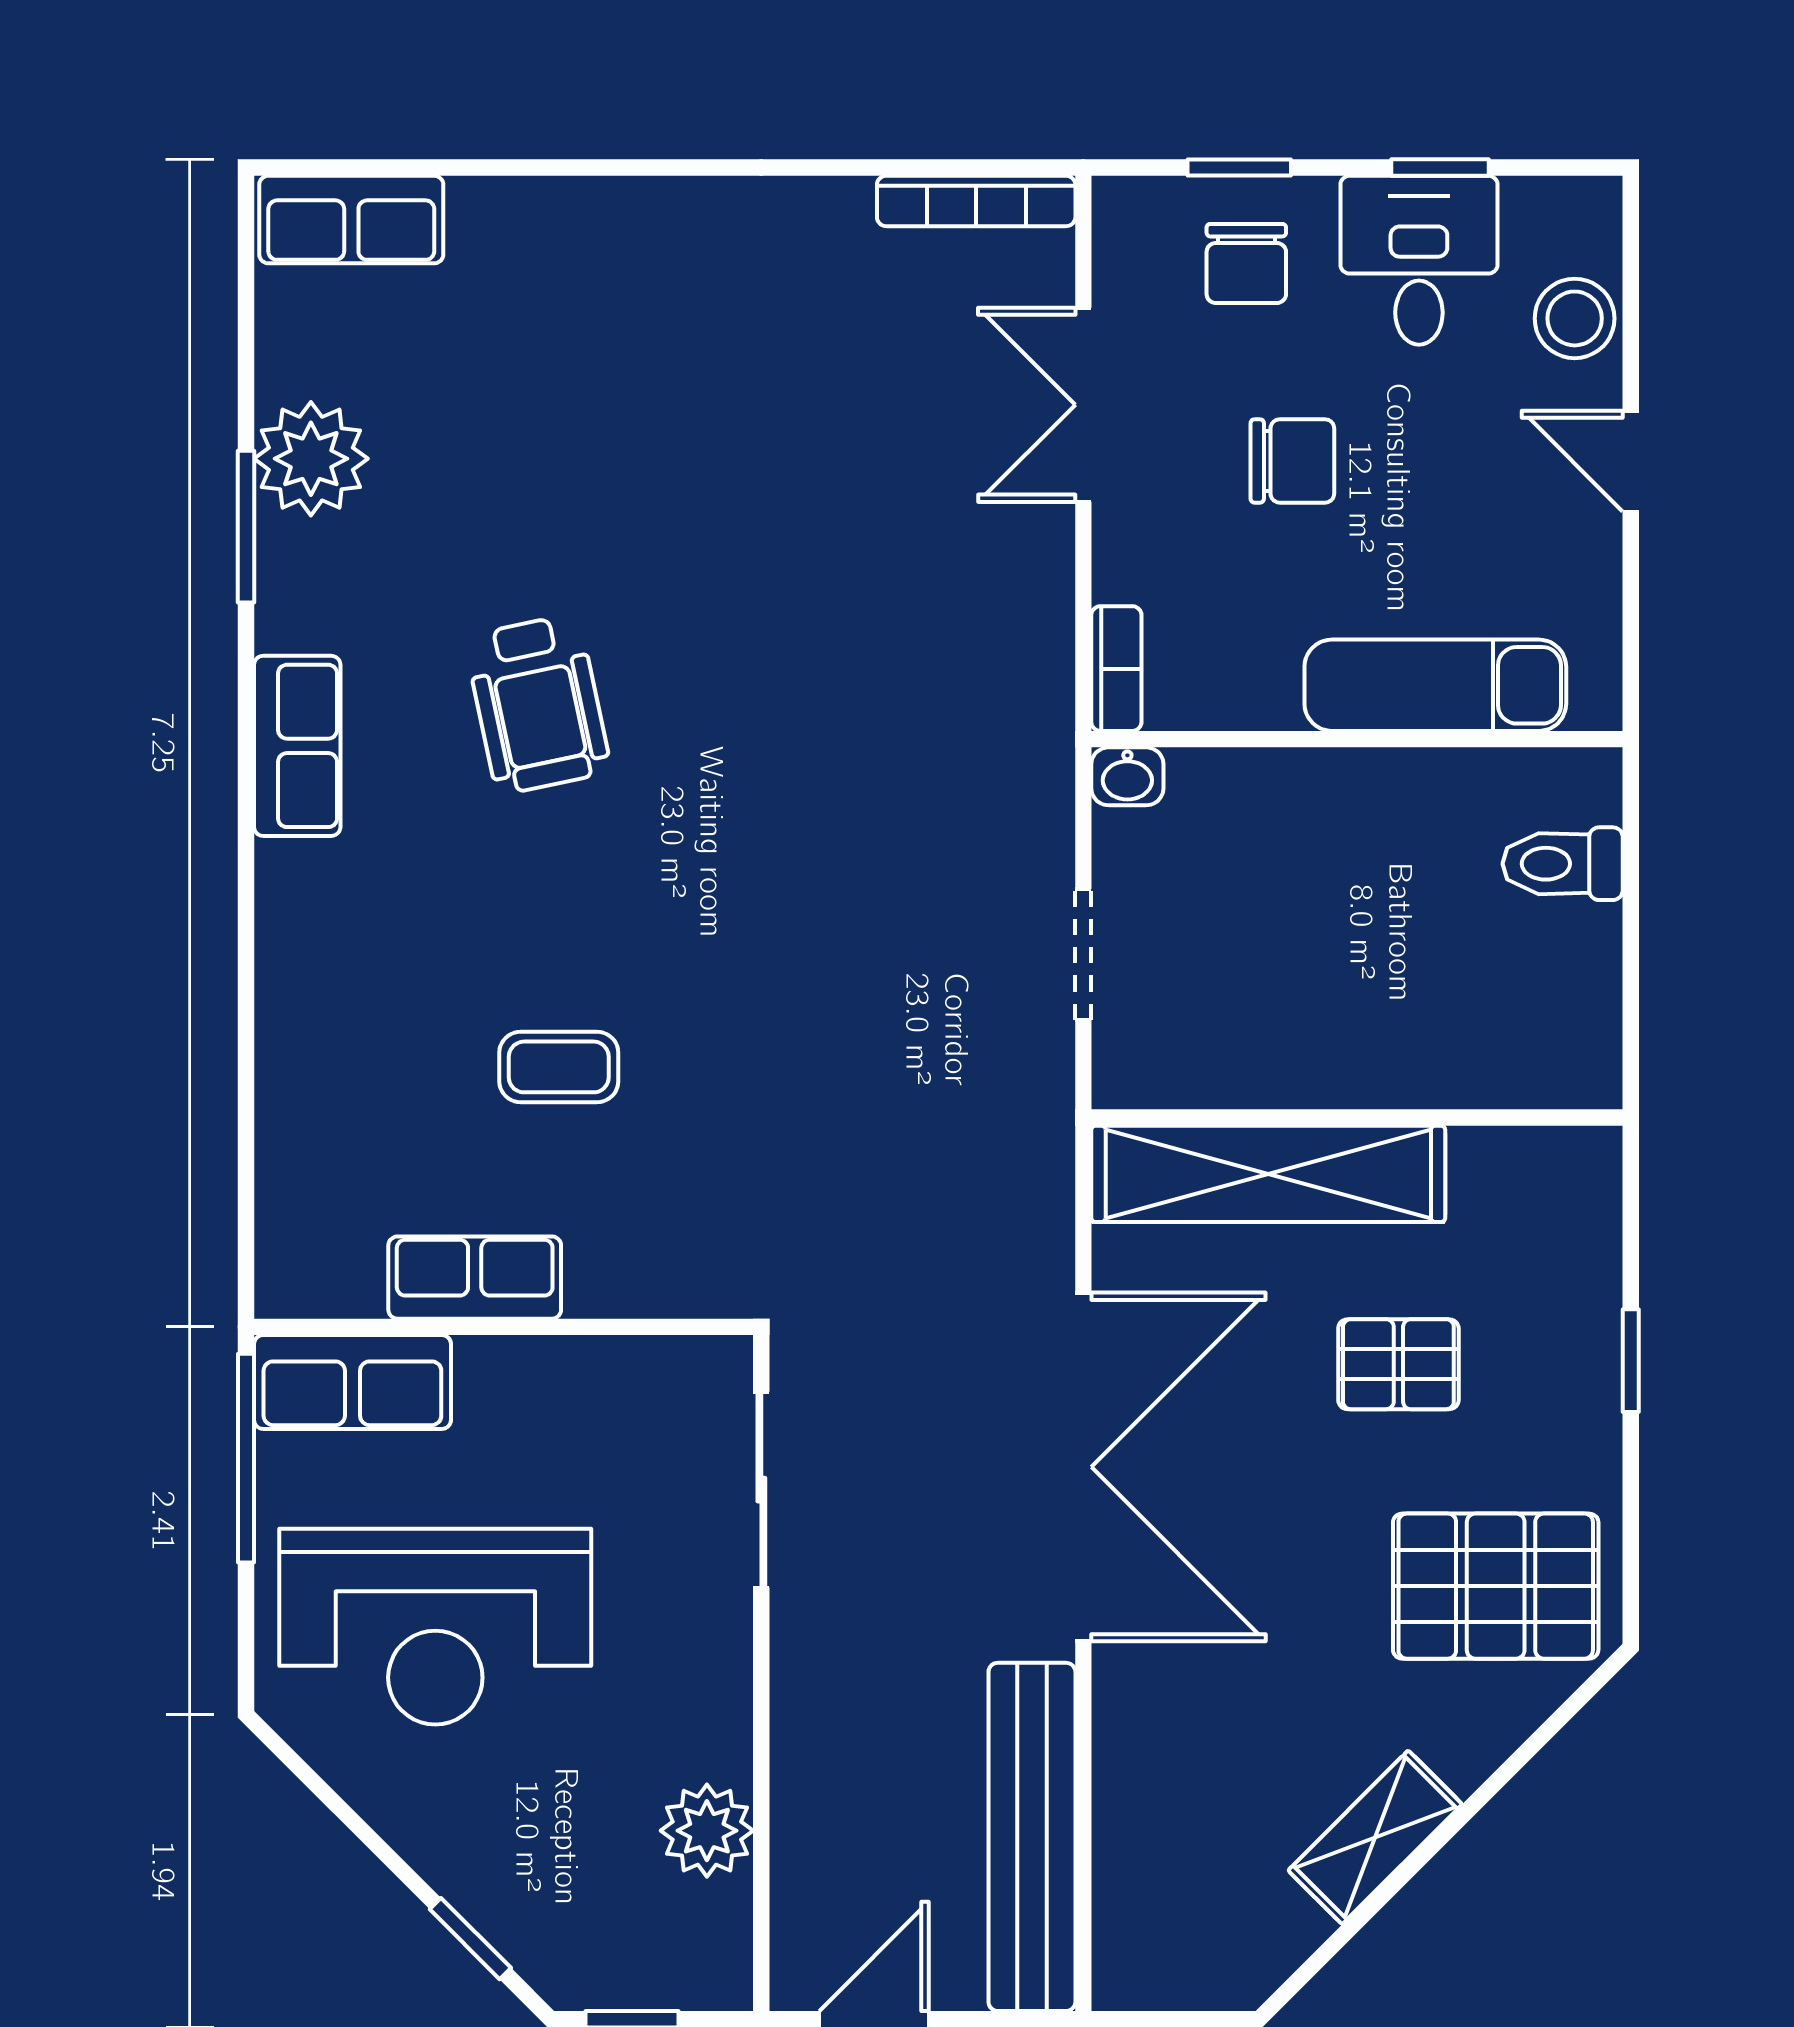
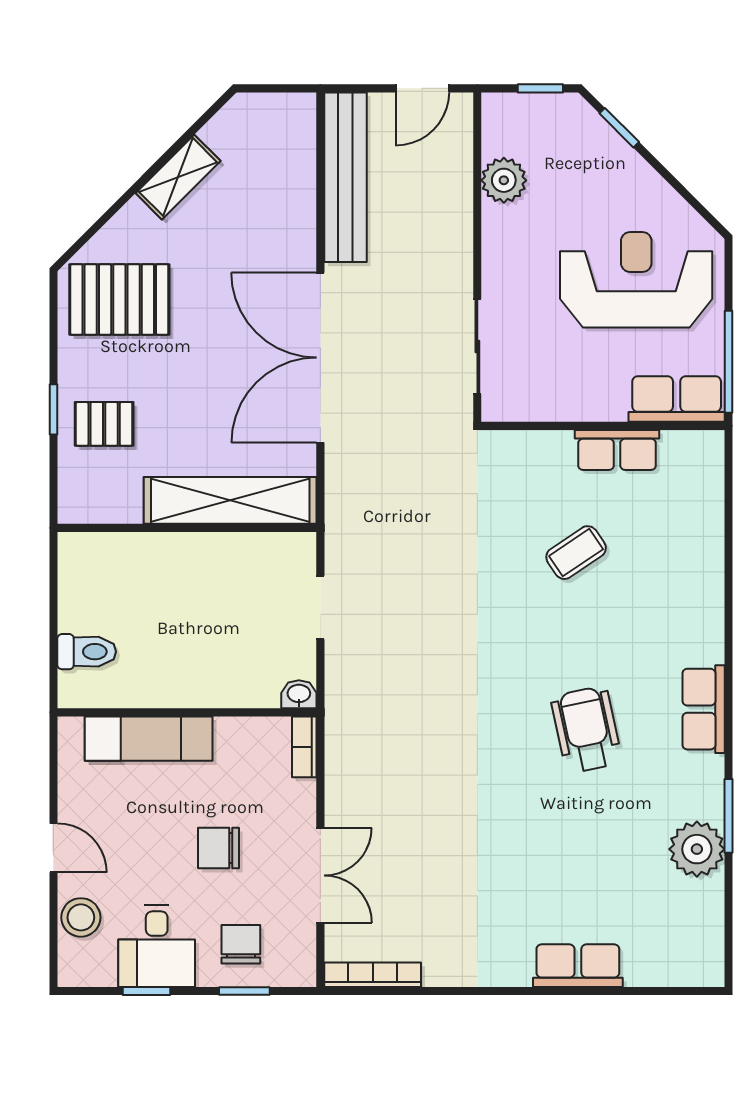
row of seats: (351, 220) -> (578, 966), moved
coffee table: (559, 1067) -> (576, 553), turned -34
pallet: (1398, 1364) -> (104, 424), moved

